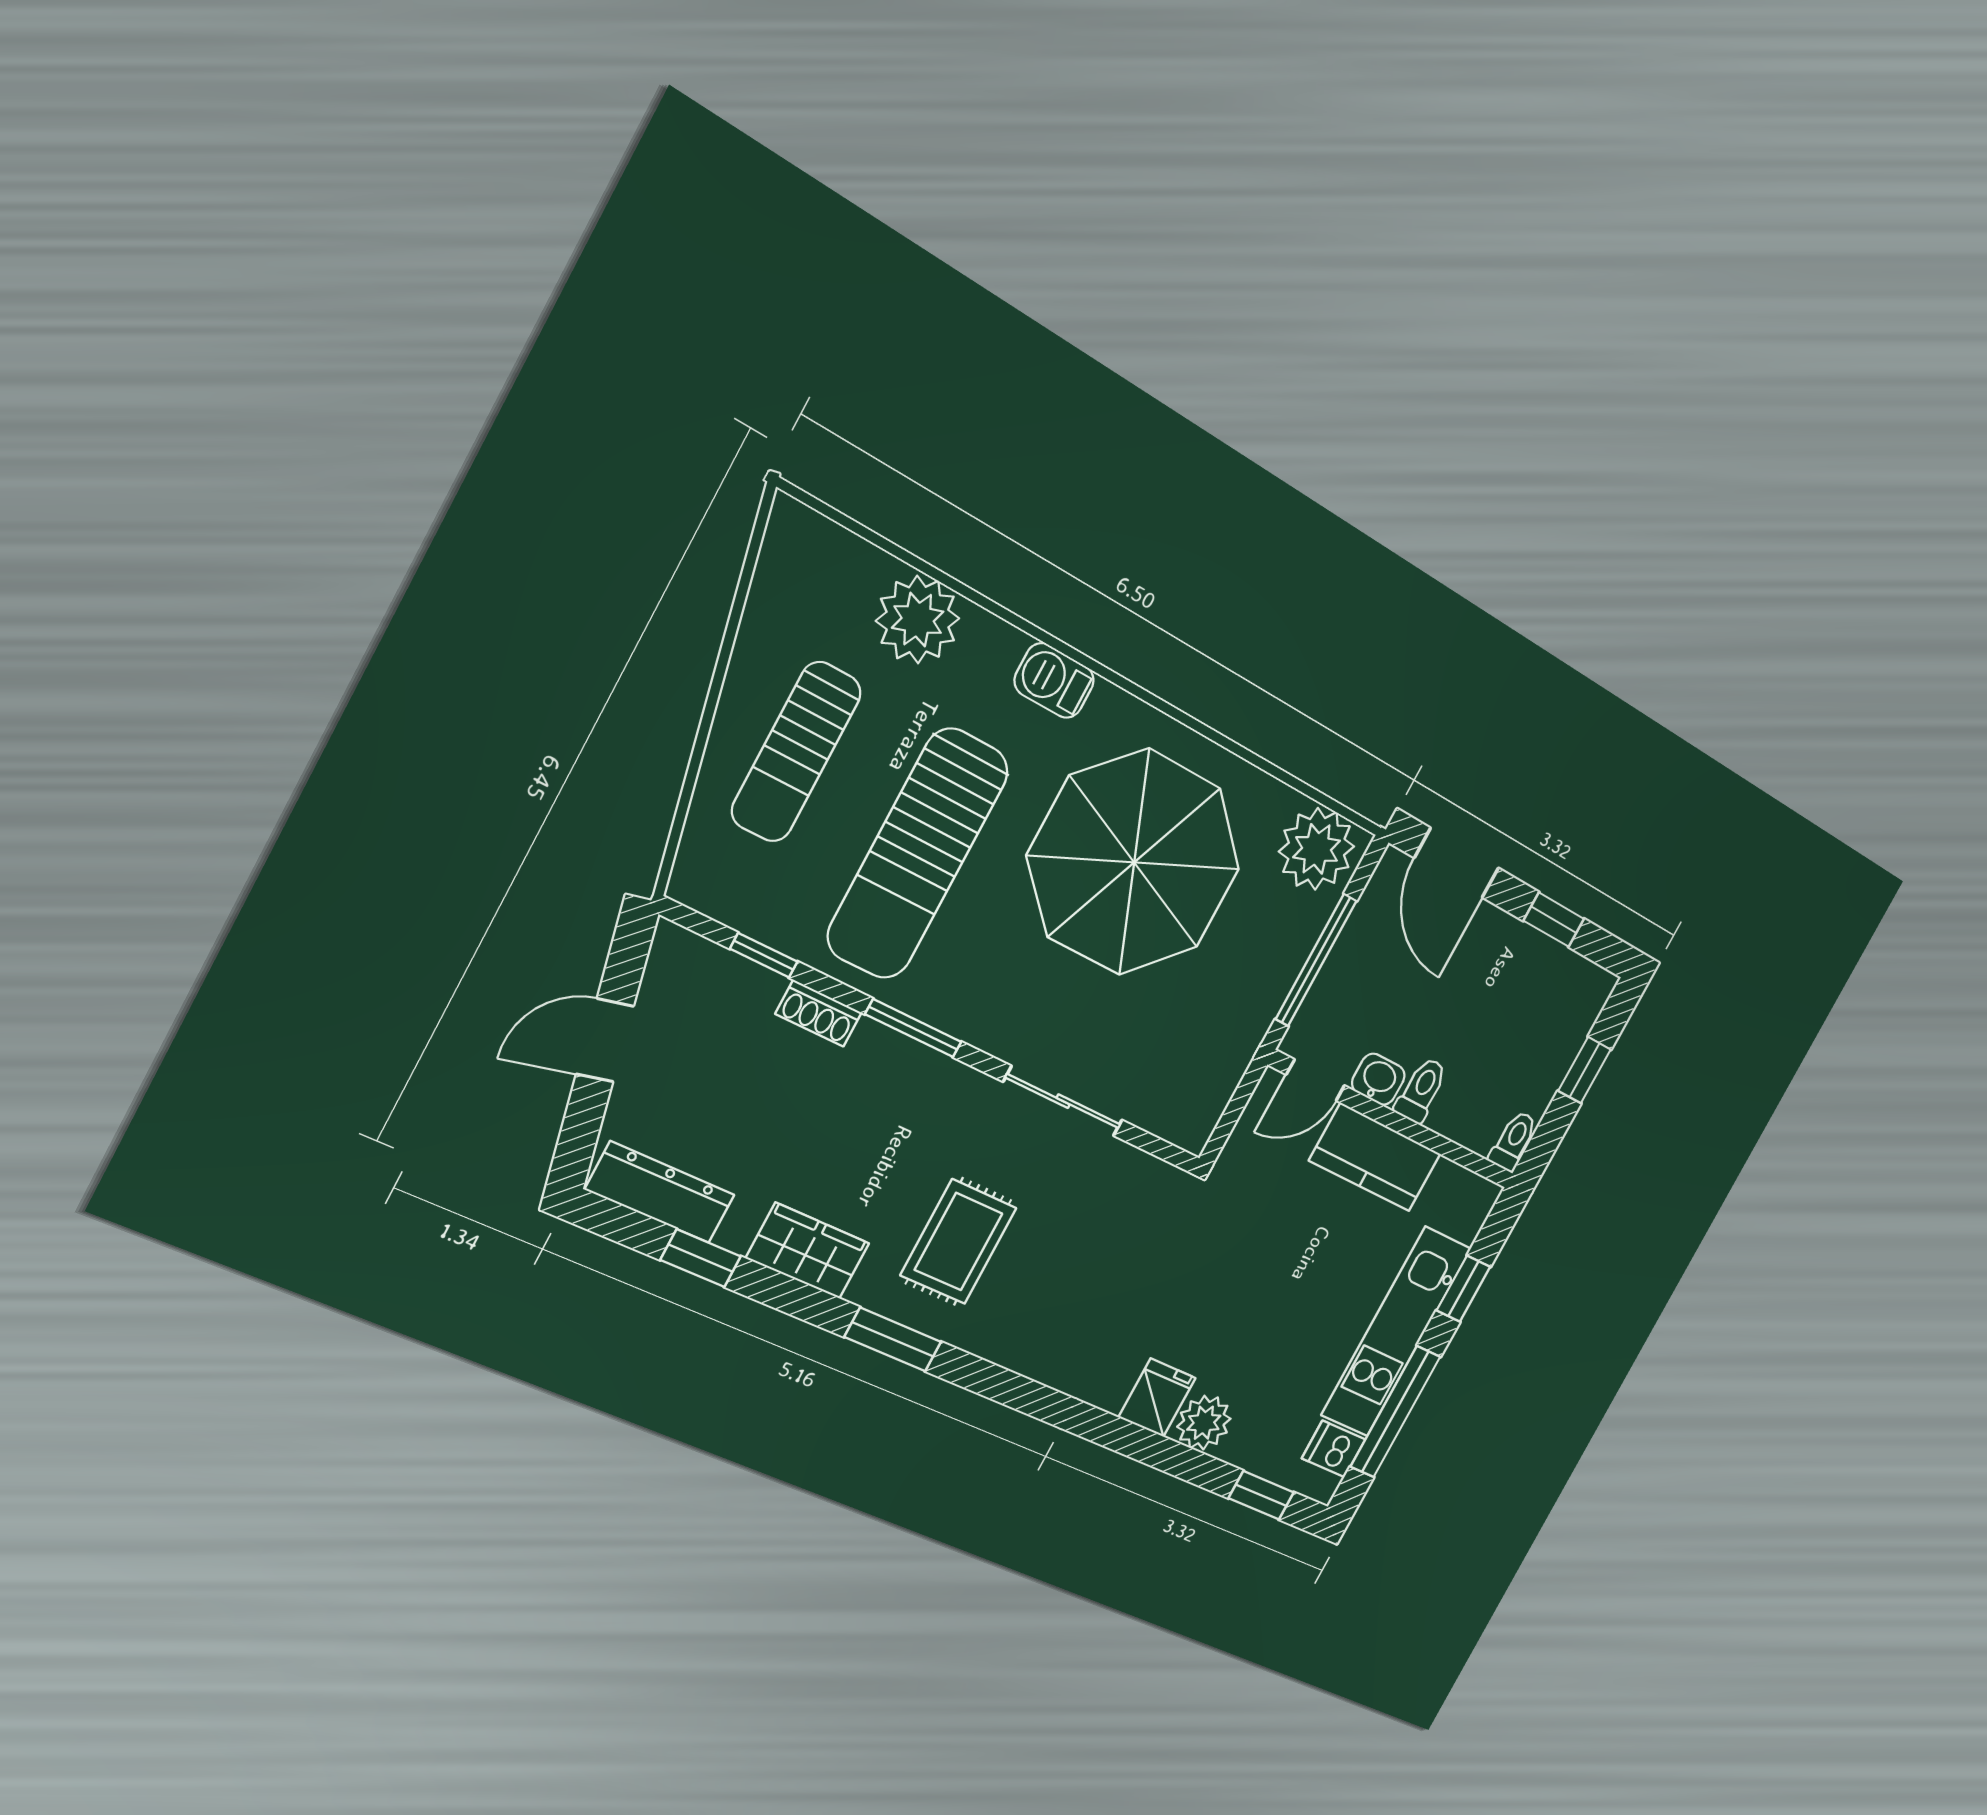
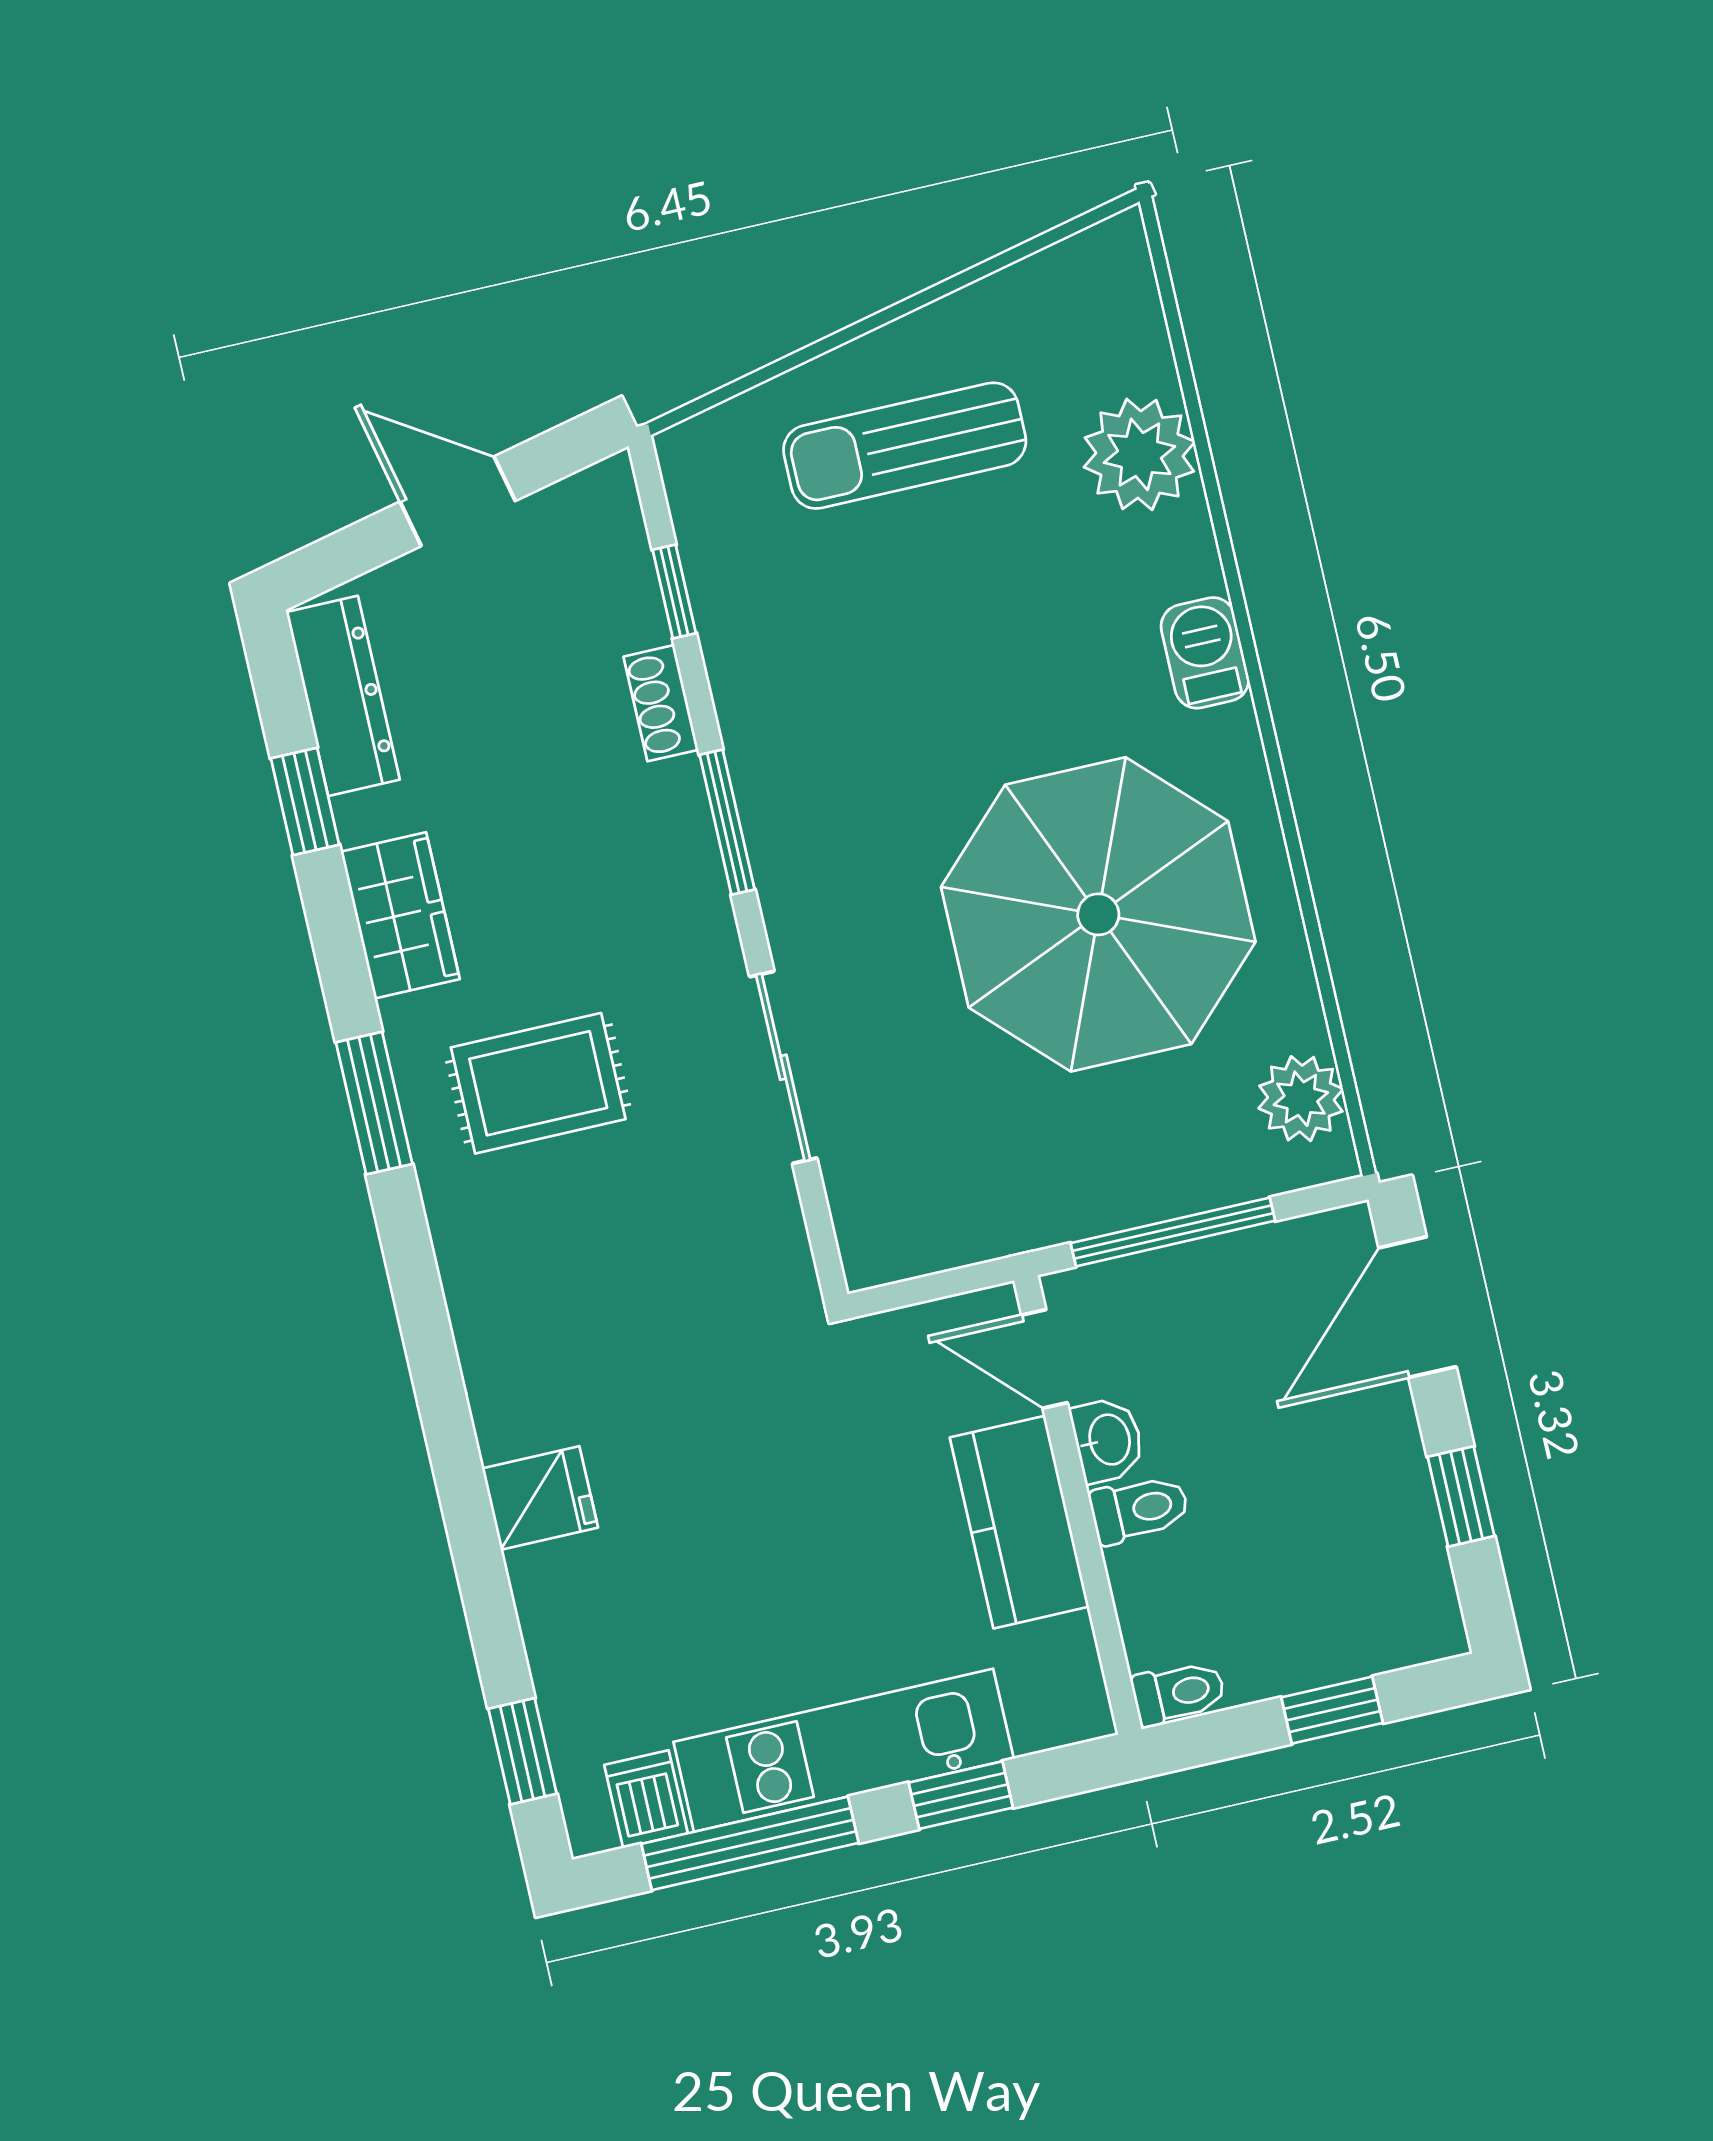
plant: (1317, 849) -> (1301, 1099), width x0.73, depth x0.73
sun lounger: (918, 854) -> (909, 664), removed
plant: (1204, 1423) -> (554, 1589), removed

